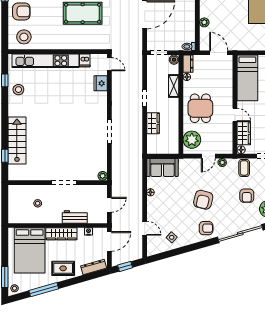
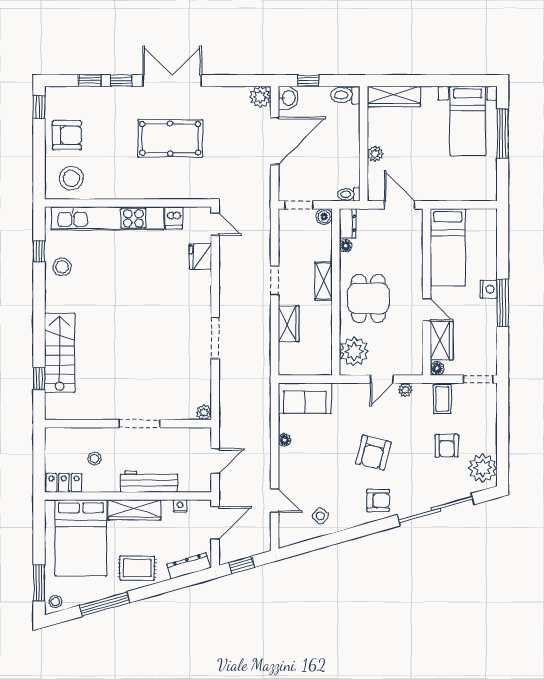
shelving: (174, 86) -> (323, 281), moved
workbench: (75, 217) -> (149, 482), width x1.38
locker: (20, 218) -> (64, 483), added

